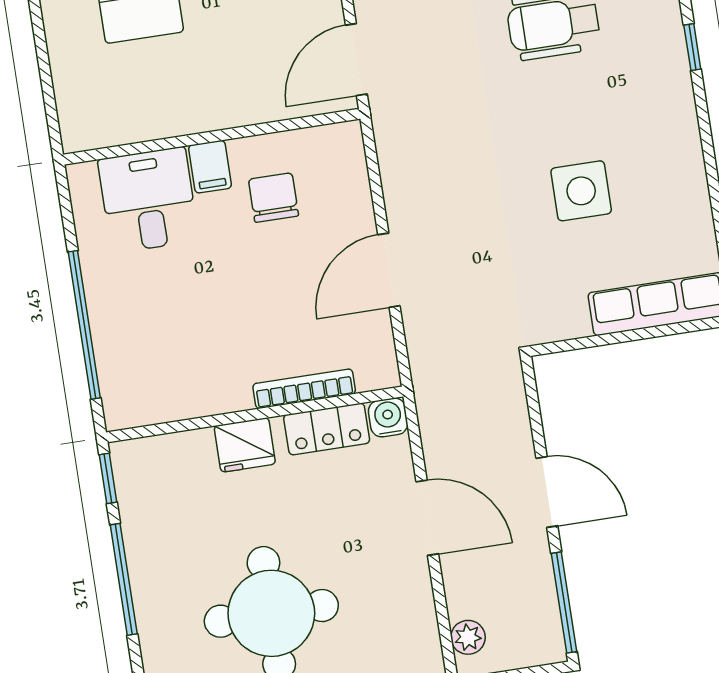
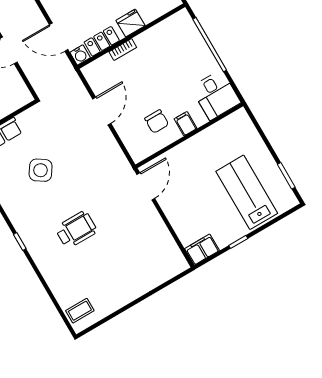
side table: (581, 191) -> (41, 170), turned 34
desk: (148, 200) -> (216, 95), moved
bookcase: (304, 389) -> (123, 50), width x0.64
door: (427, 518) -> (59, 37), moved

